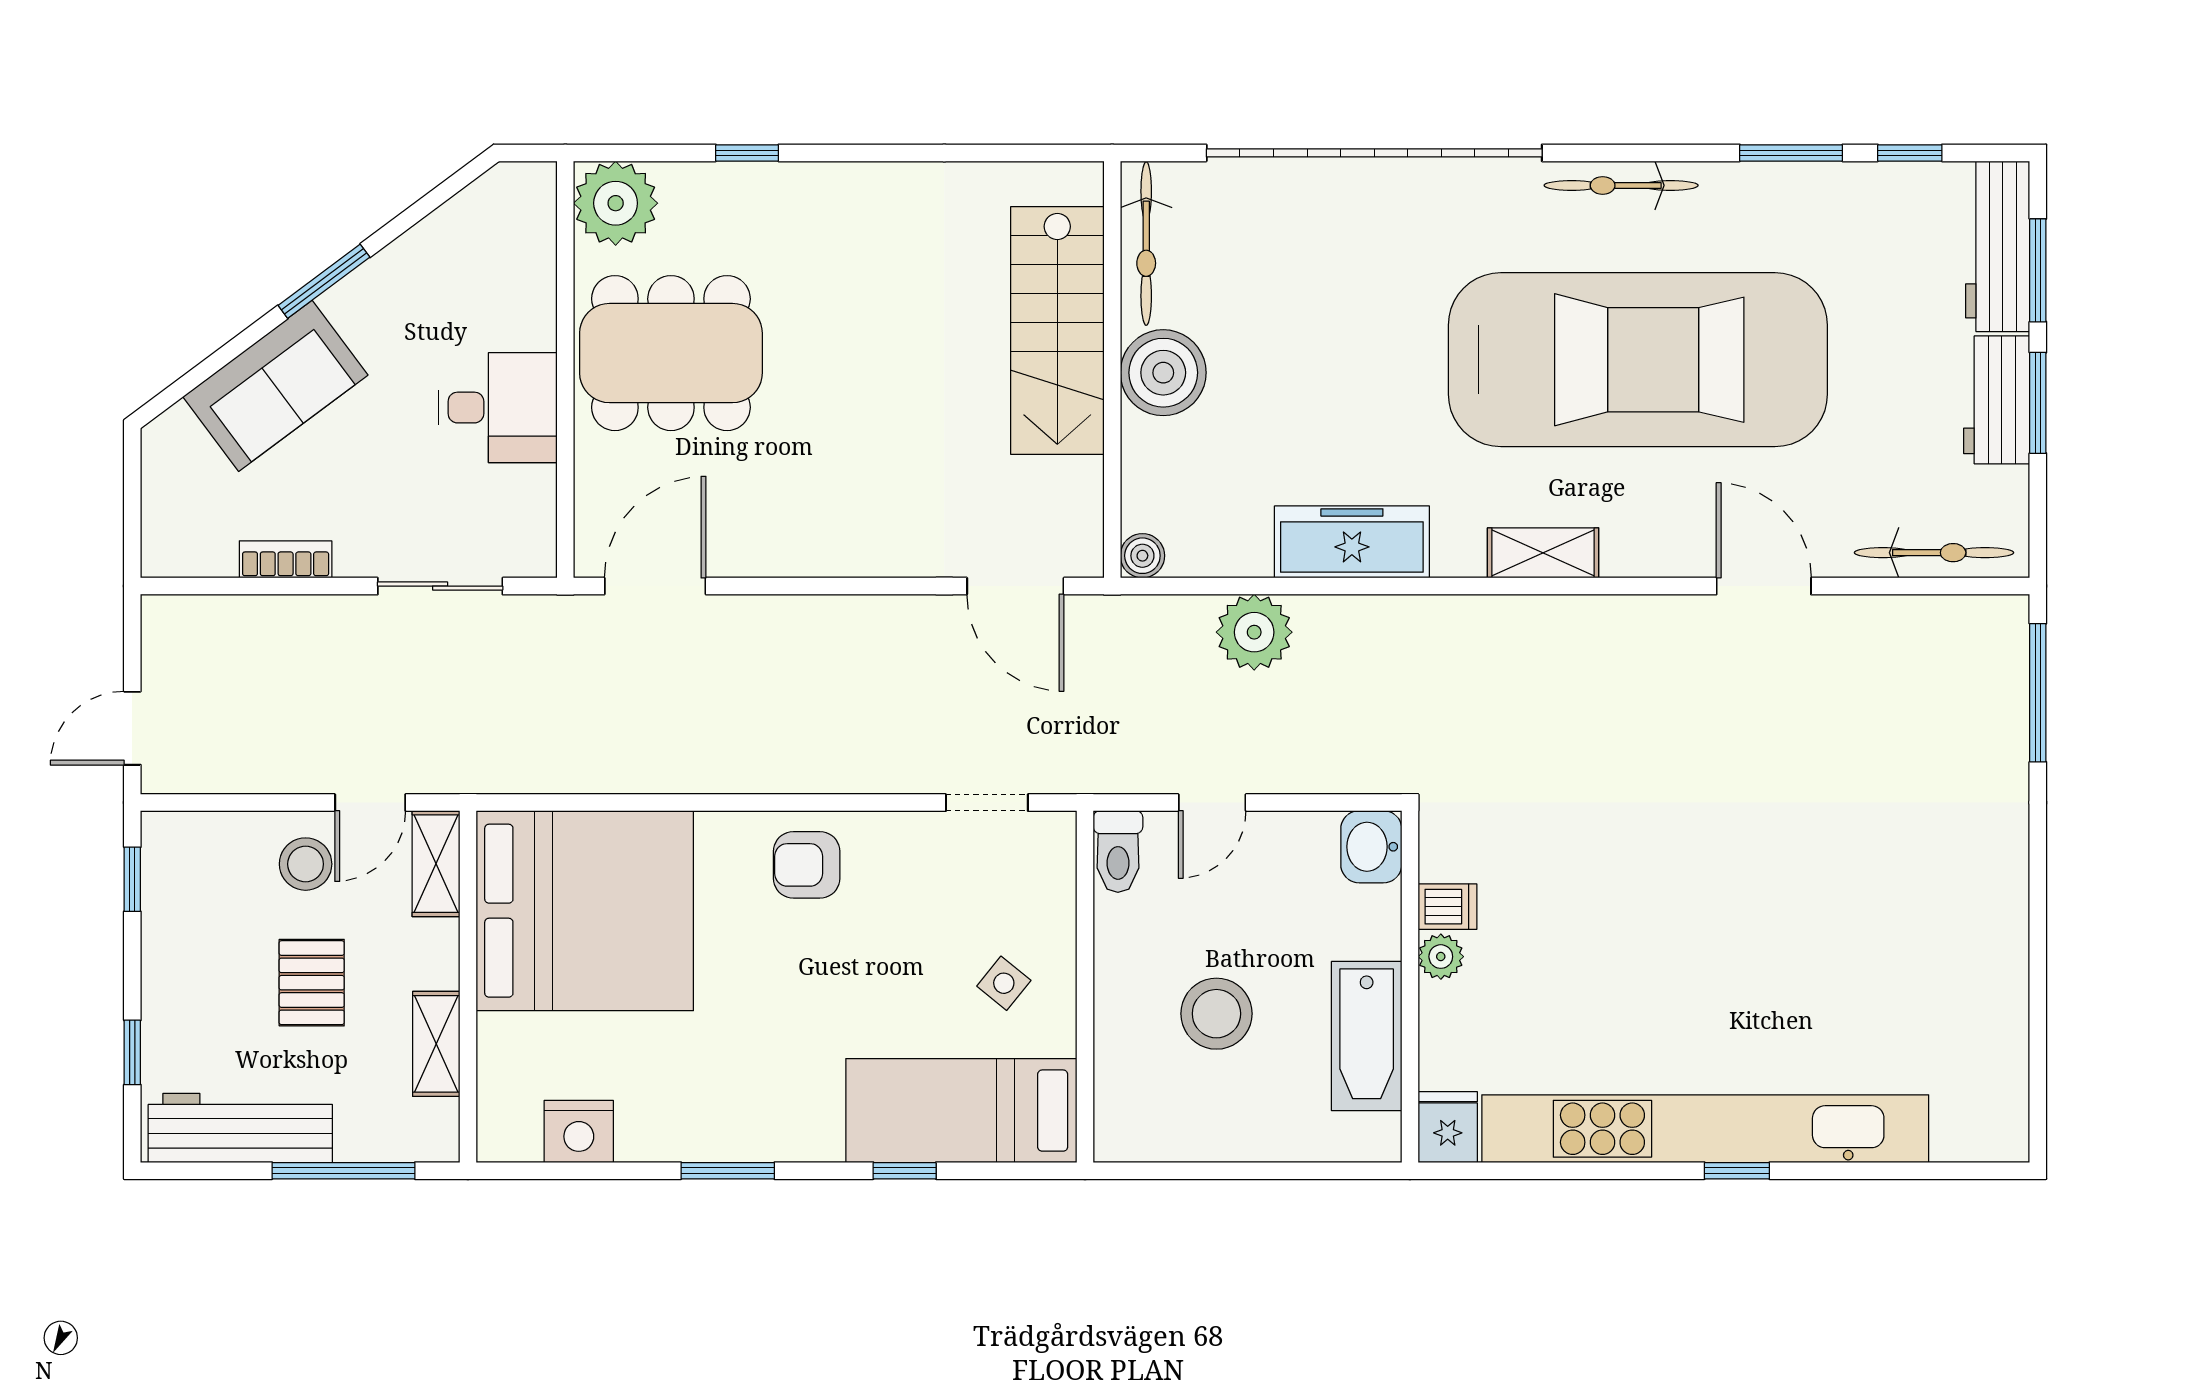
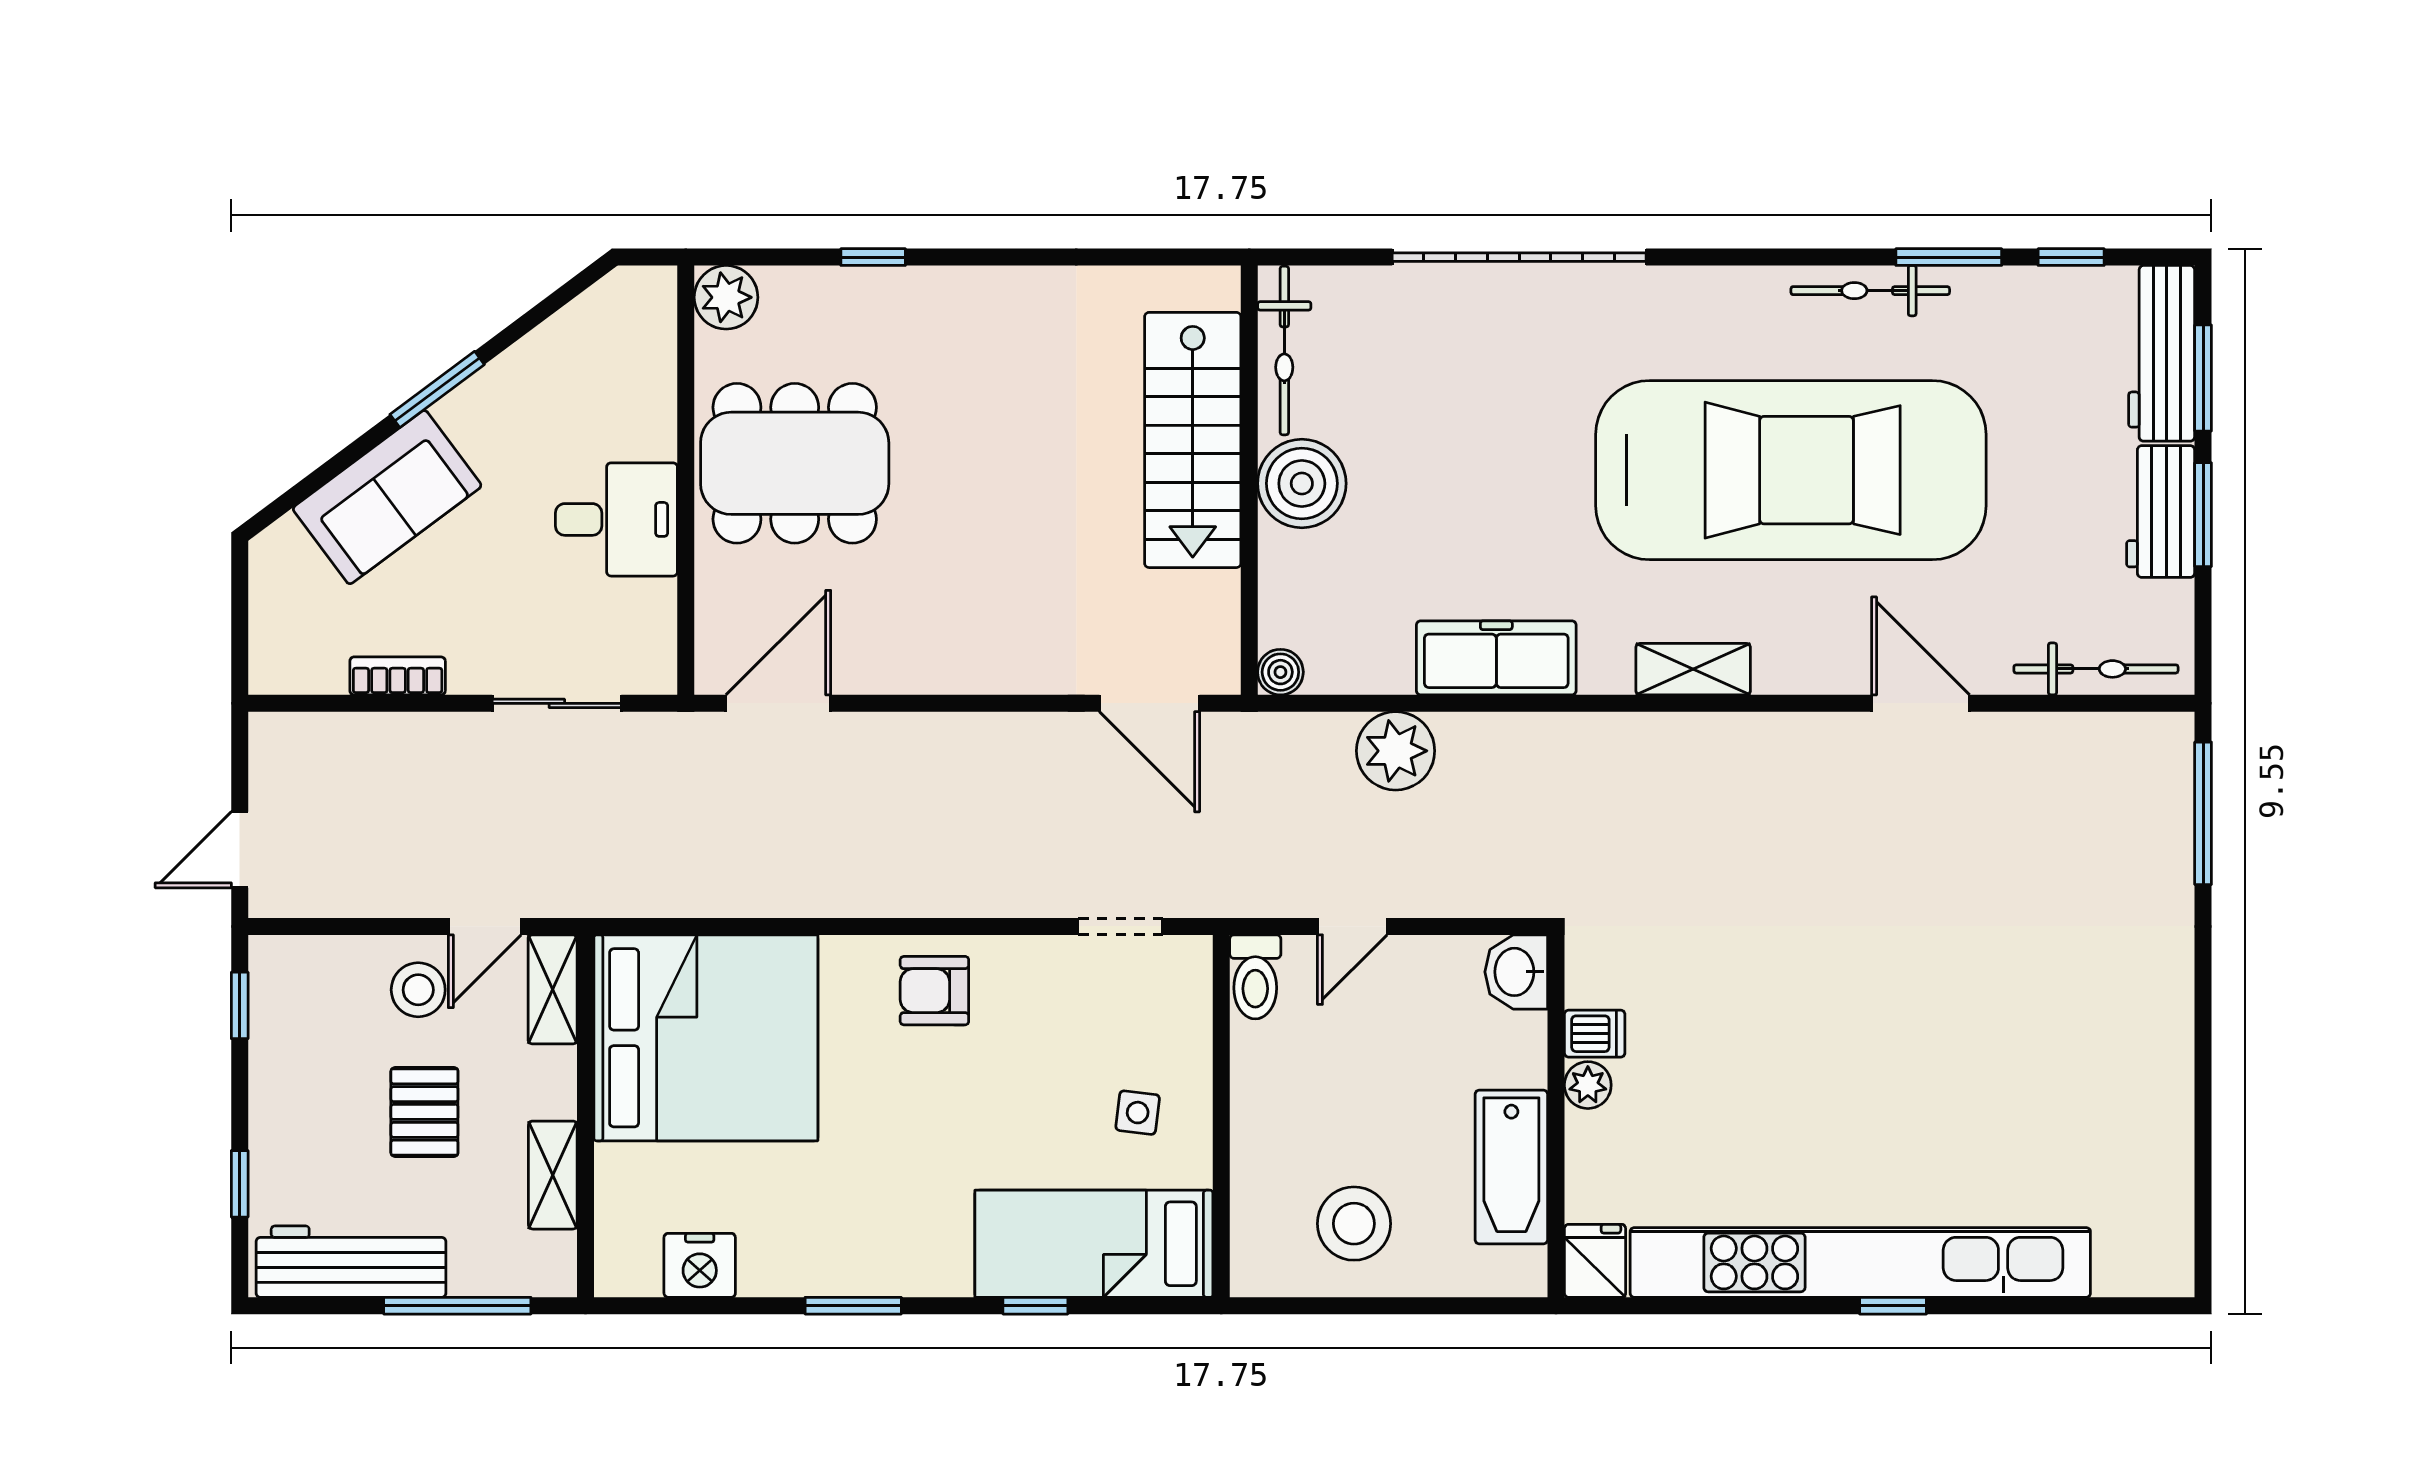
garage door: (1374, 153) -> (1519, 257), width x0.73
bicycle: (1621, 185) -> (1870, 291), moved
plant: (616, 203) -> (726, 297), width x0.73, depth x0.73
side table: (1004, 983) -> (1138, 1113), turned -32
stool: (1216, 1014) -> (1354, 1224), moved

